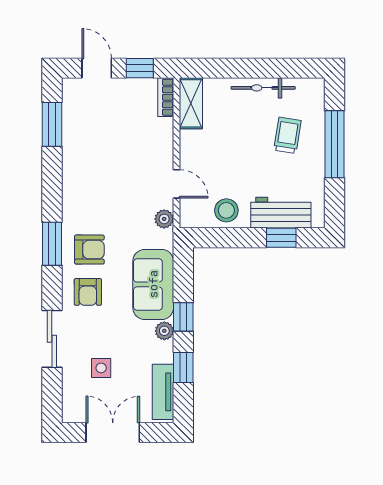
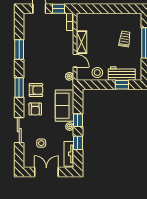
bicycle: (263, 88) -> (114, 18), removed
shelving: (191, 103) -> (81, 42), moved
window: (52, 124) -> (19, 49), moved

